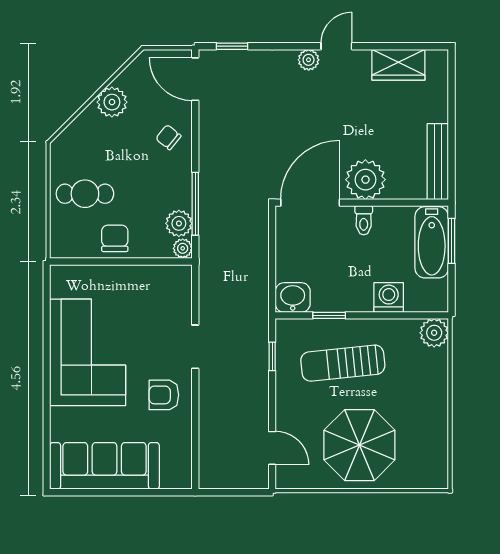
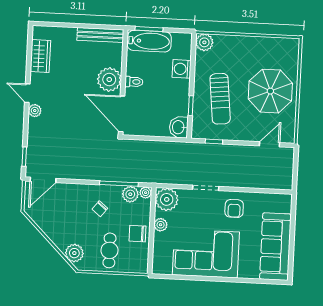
plant: (112, 102) -> (74, 253), moved
chair: (168, 137) -> (100, 209), moved
plant: (131, 276) -> (161, 225), added
plant: (173, 284) -> (167, 199), added

